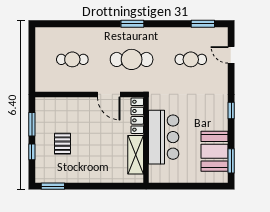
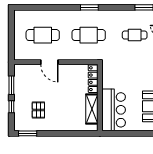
cafe table: (72, 59) -> (43, 35), width x1.37, depth x1.35
door: (109, 94) -> (49, 62), moved
bar counter: (164, 137) -> (114, 110), moved
pallet: (62, 144) -> (38, 110), moved

